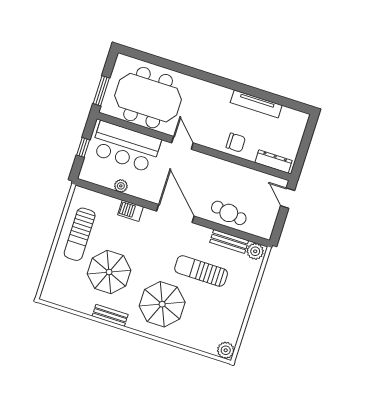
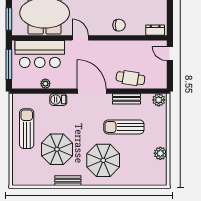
window: (83, 147) -> (9, 64), width x2.17
dresser: (273, 162) -> (155, 30), width x0.70
sun lounger: (80, 234) -> (27, 129), turned 180
bench: (229, 241) -> (127, 99), moved
plant: (226, 350) -> (160, 153), moved

